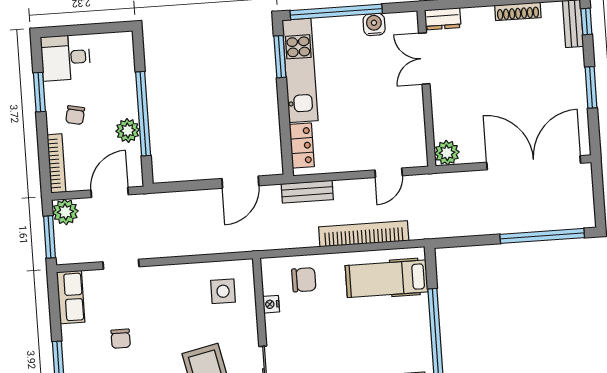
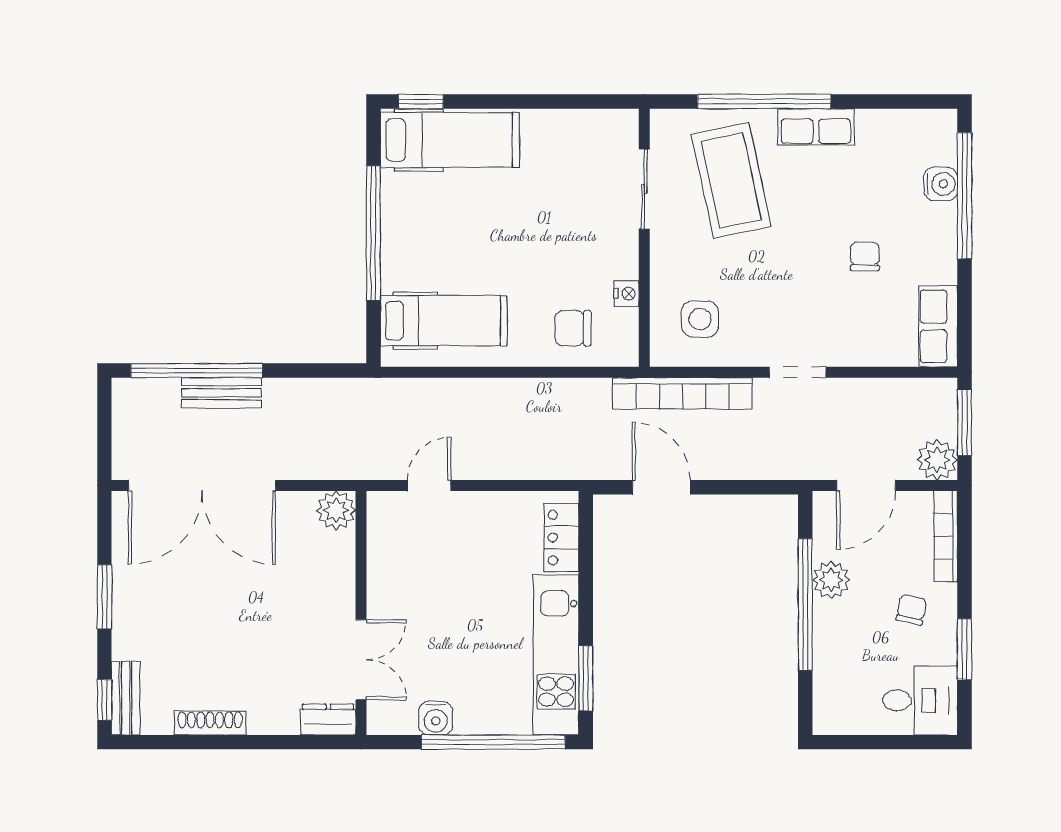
door: (240, 182) -> (661, 487), hinge flipped
bench: (307, 192) -> (221, 393), moved
bookcase: (364, 234) -> (682, 393), moved
doorway: (121, 264) -> (797, 372), moved

